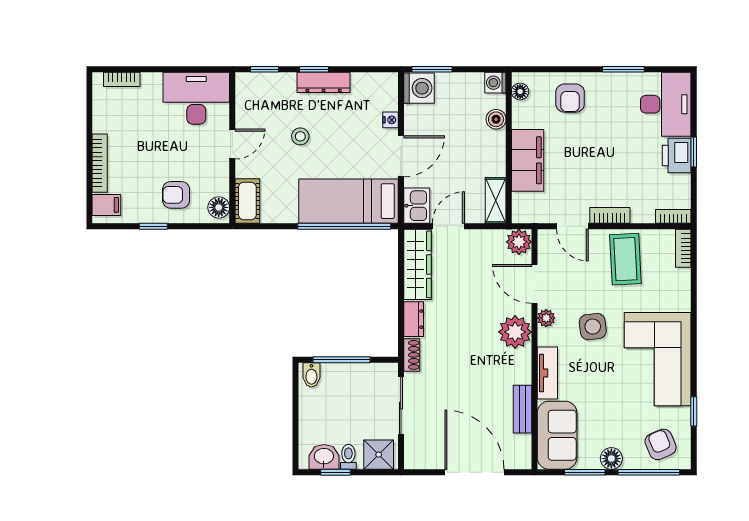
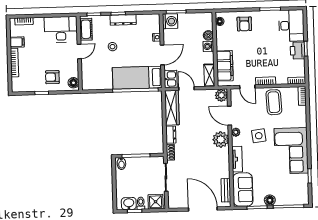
washing machine: (495, 83) -> (208, 46), moved
filing cabinet: (528, 160) -> (225, 66), moved
cot: (247, 201) -> (86, 29), moved
filing cabinet: (106, 205) -> (17, 42), moved
door: (448, 226) -> (186, 89), hinge flipped
bench: (523, 409) -> (226, 190), moved
armchair: (661, 444) -> (294, 193), removed

